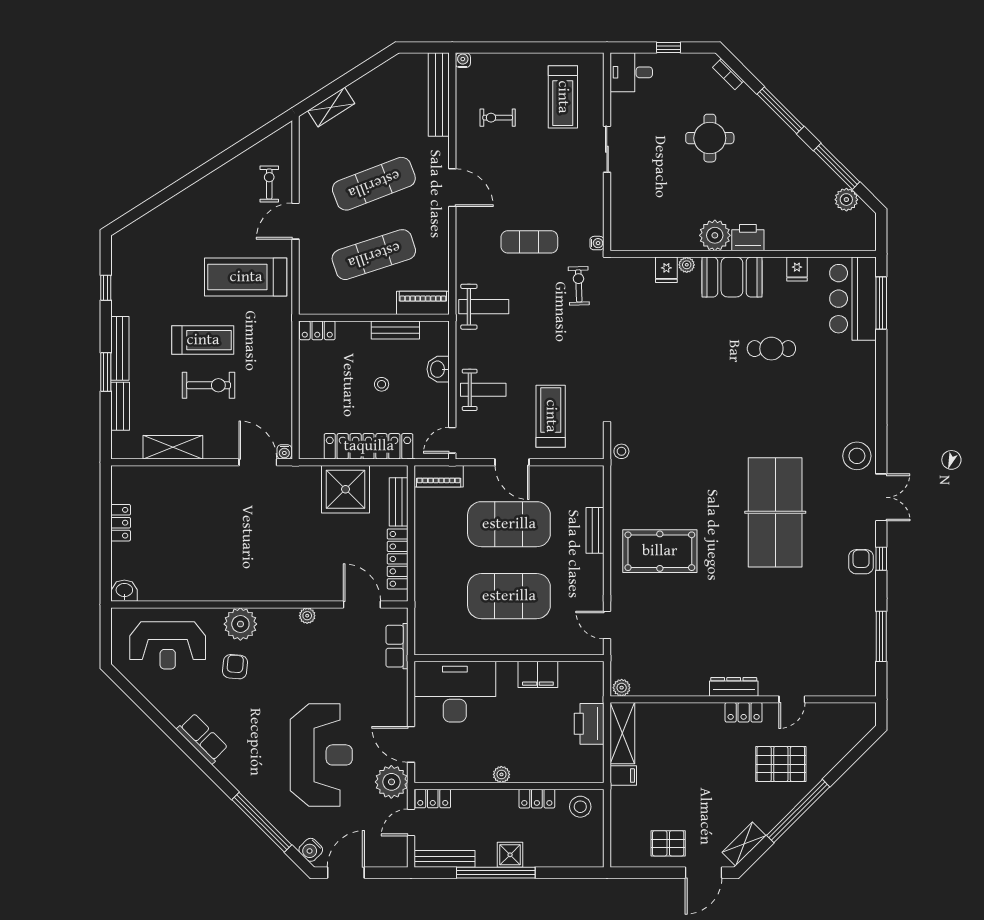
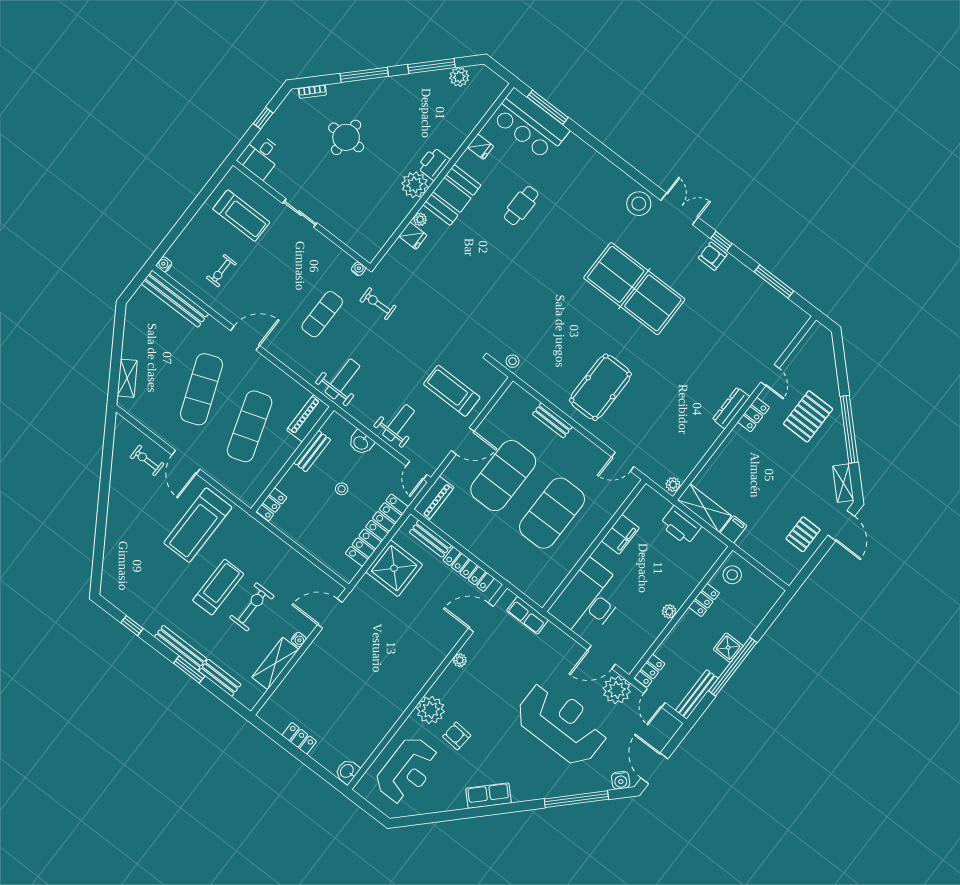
water cooler: (284, 452) -> (299, 640), moved

